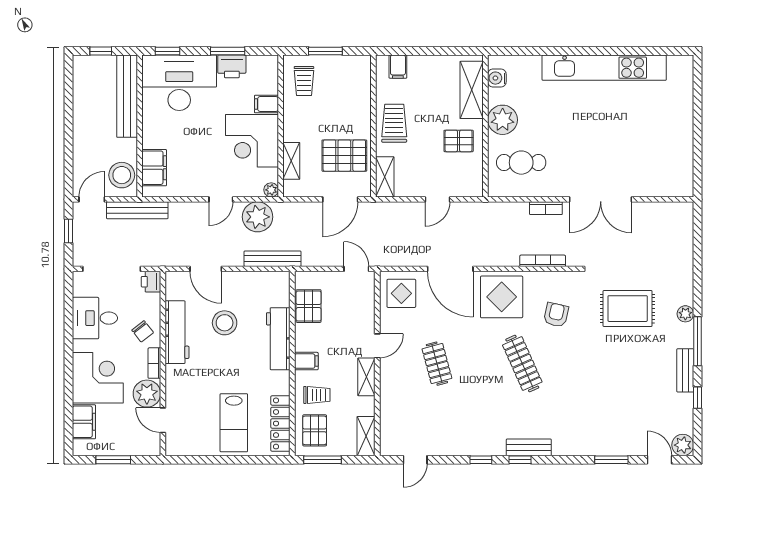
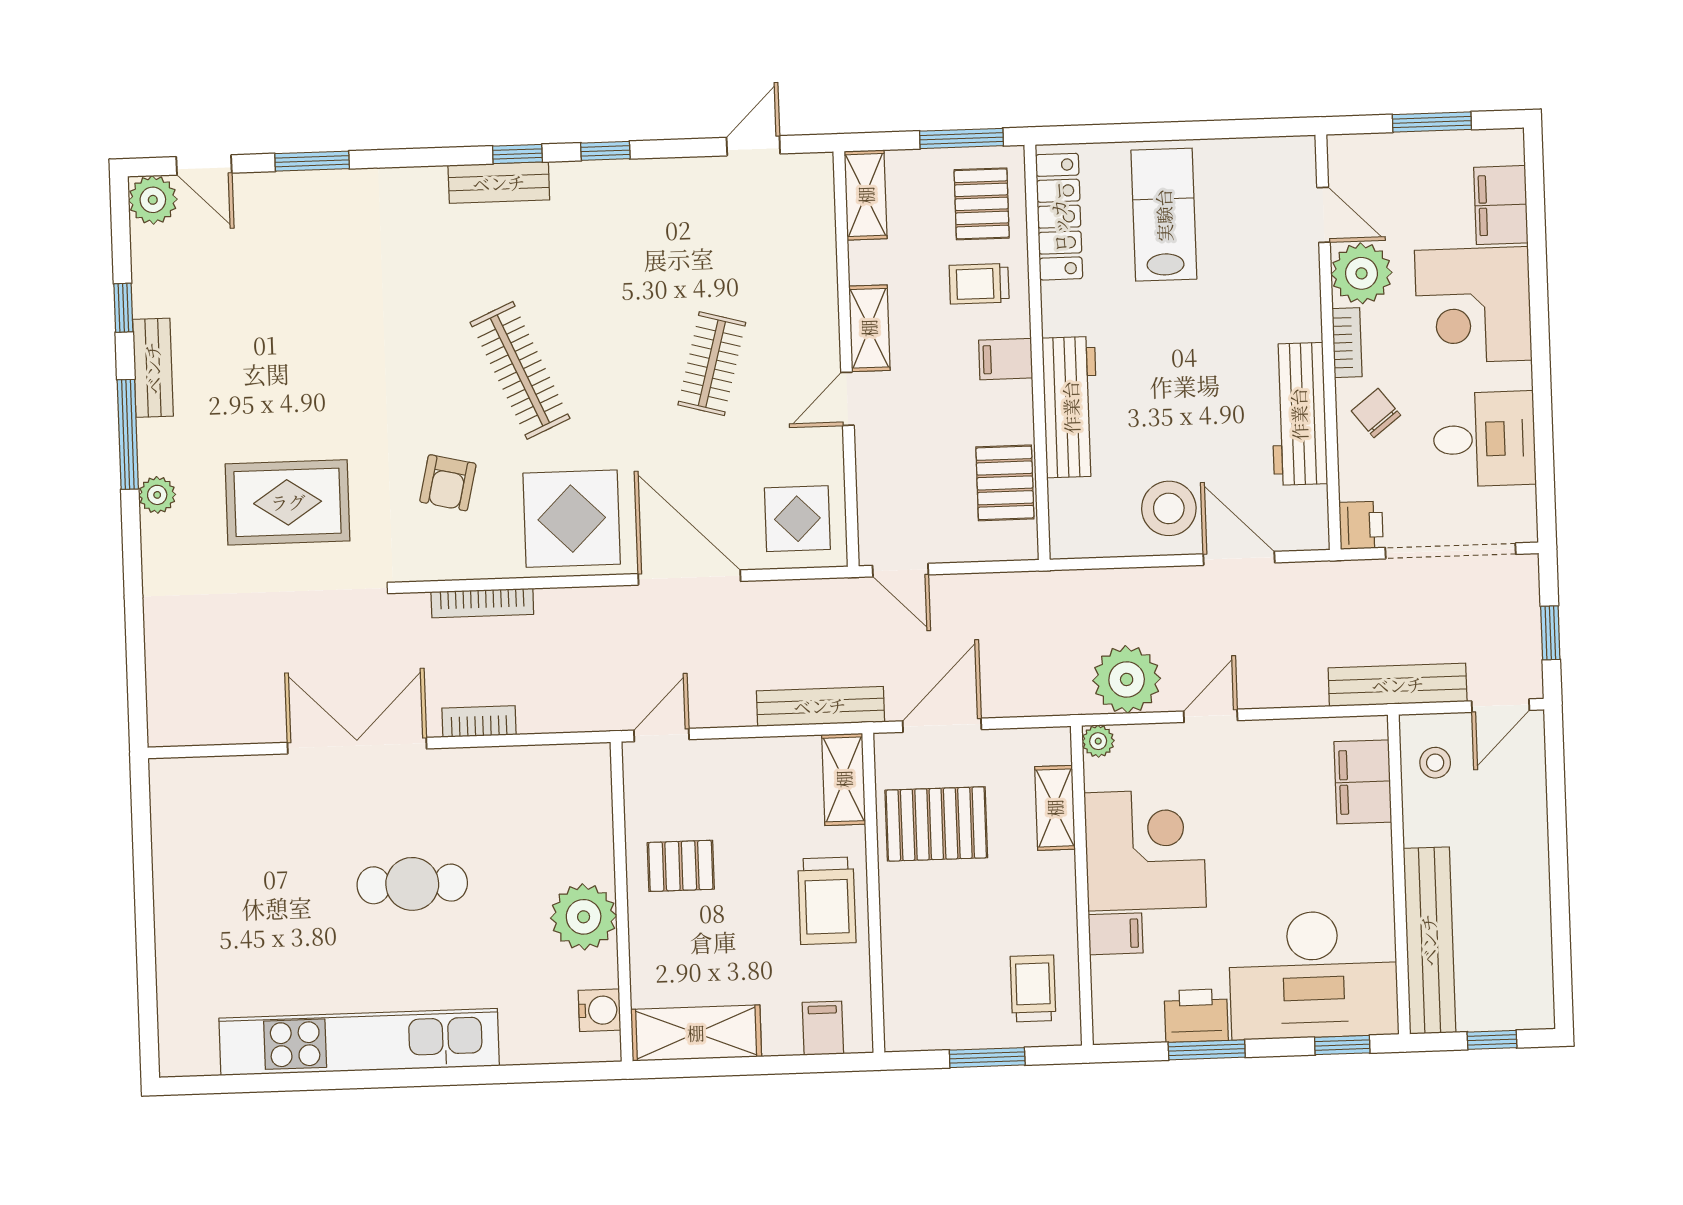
shelving: (472, 90) -> (696, 1033), moved, turned 90
cafe table: (521, 163) -> (412, 884), moved
stool: (122, 175) -> (1435, 763), width x0.53, depth x0.53
door: (438, 199) -> (661, 735), moved
bench: (273, 259) -> (820, 706), moved
stool: (225, 323) -> (1169, 508), moved
clothes rail: (437, 364) -> (712, 364), turned 30

